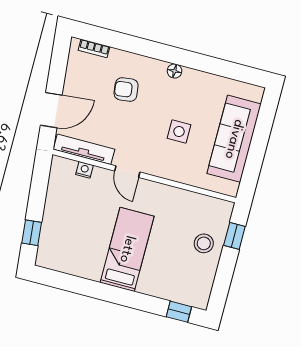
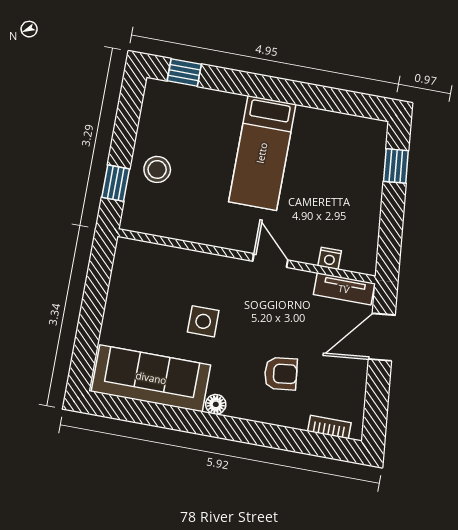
sofa: (234, 139) -> (151, 378), moved, turned -90
tv unit: (84, 149) -> (344, 289), width x0.71

